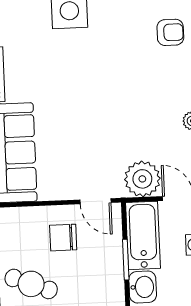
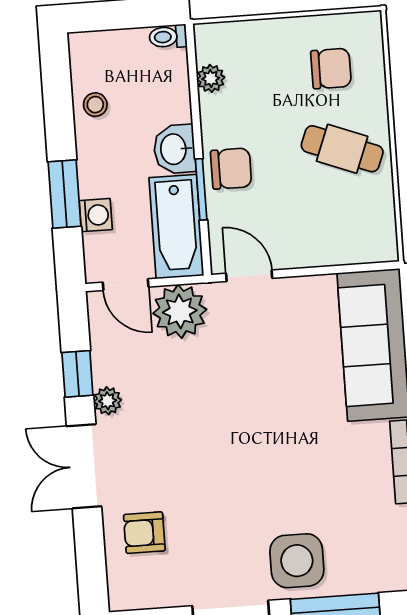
chair: (63, 238) -> (231, 169), moved

